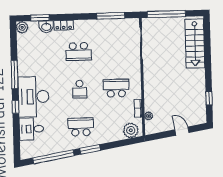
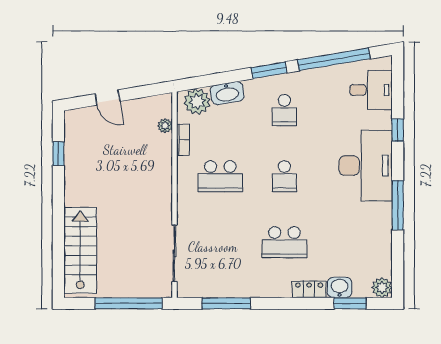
school desk: (79, 52) -> (284, 242), turned 180
school desk: (80, 89) -> (284, 176), turned 180
window: (15, 107) -> (398, 130), moved
school desk: (81, 127) -> (284, 110), width x0.54
desk: (31, 129) -> (371, 90), moved
washbasin: (114, 136) -> (227, 93), added

